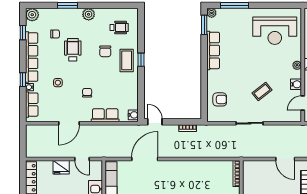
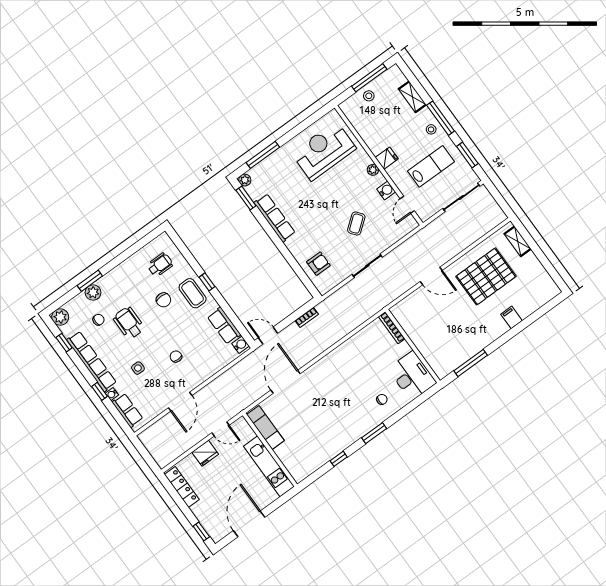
plant: (89, 14) -> (93, 292), moved
reception desk: (275, 31) -> (324, 151), turned 180
row of seats: (105, 115) -> (224, 326), moved, turned -90

